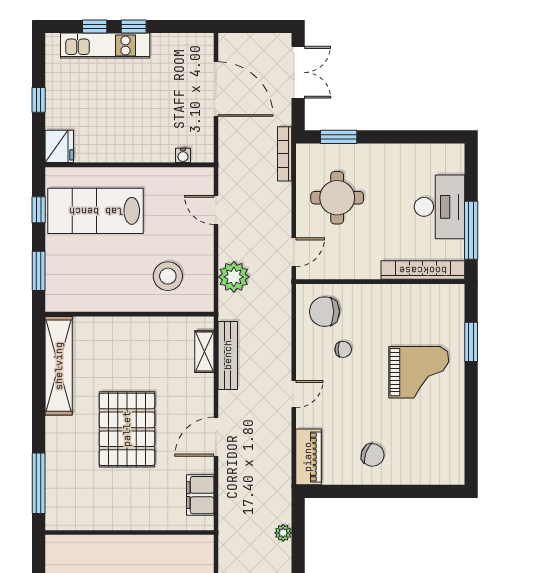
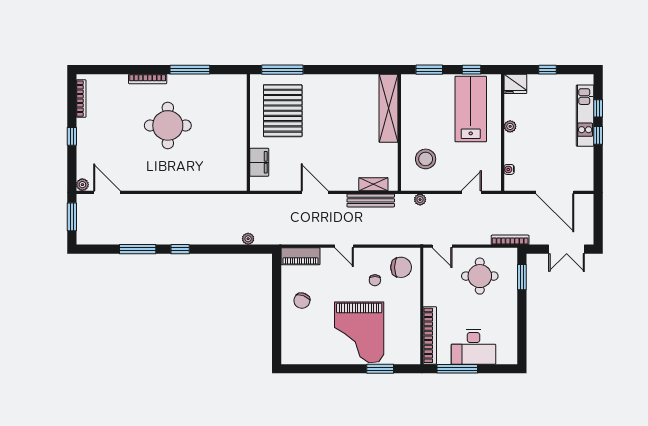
door: (216, 89) -> (555, 192), hinge flipped
plant: (121, 154) -> (510, 126), added
plant: (234, 277) -> (420, 200), width x0.53, depth x0.53
chair: (324, 312) -> (401, 267), turned 90
shelving: (59, 366) -> (388, 108), moved, turned 90
grand piano: (419, 372) -> (359, 332), width x1.37, depth x1.48
pallet: (127, 429) -> (283, 111), moved, turned 90
filing cabinet: (200, 495) -> (259, 162), moved, turned 90

